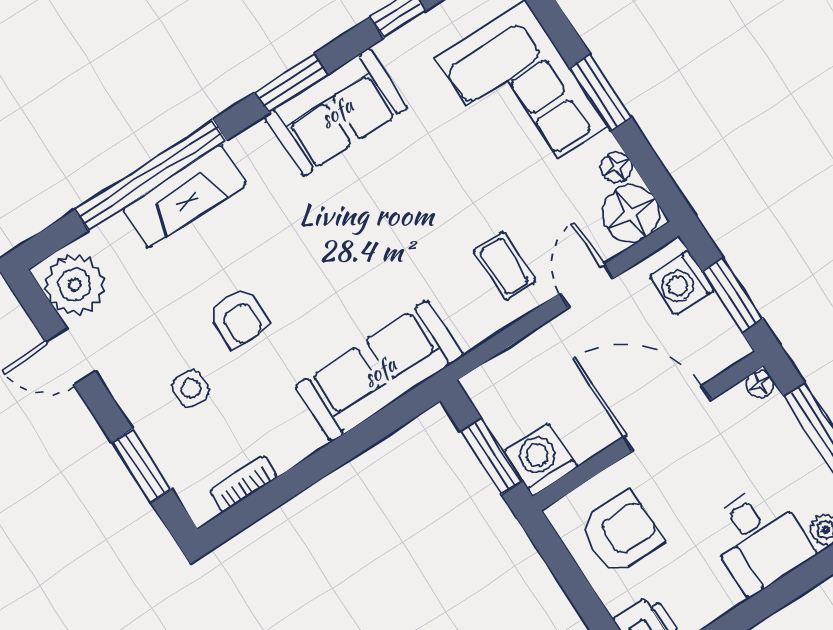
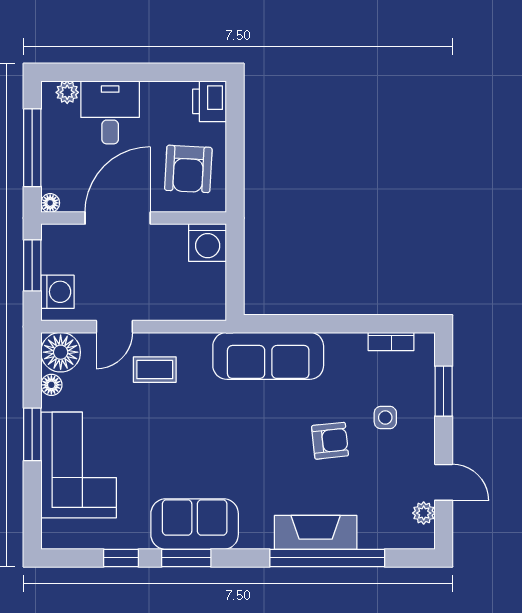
window: (291, 83) -> (186, 558), moved
coffee table: (504, 266) -> (155, 370), turned 90
plant: (74, 285) -> (424, 513), width x0.53, depth x0.53
armchair: (239, 318) -> (330, 441), turned 84
door: (667, 419) -> (118, 218), swing flipped
window: (492, 456) -> (235, 263), removed
armchair: (621, 533) -> (188, 169), turned -87

